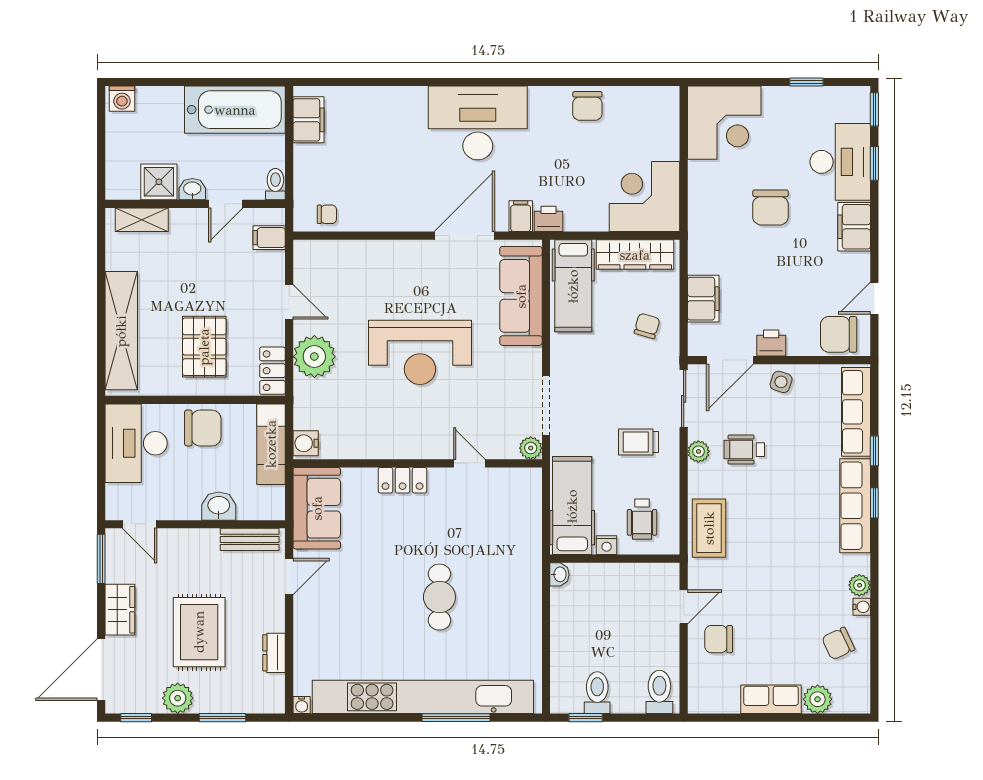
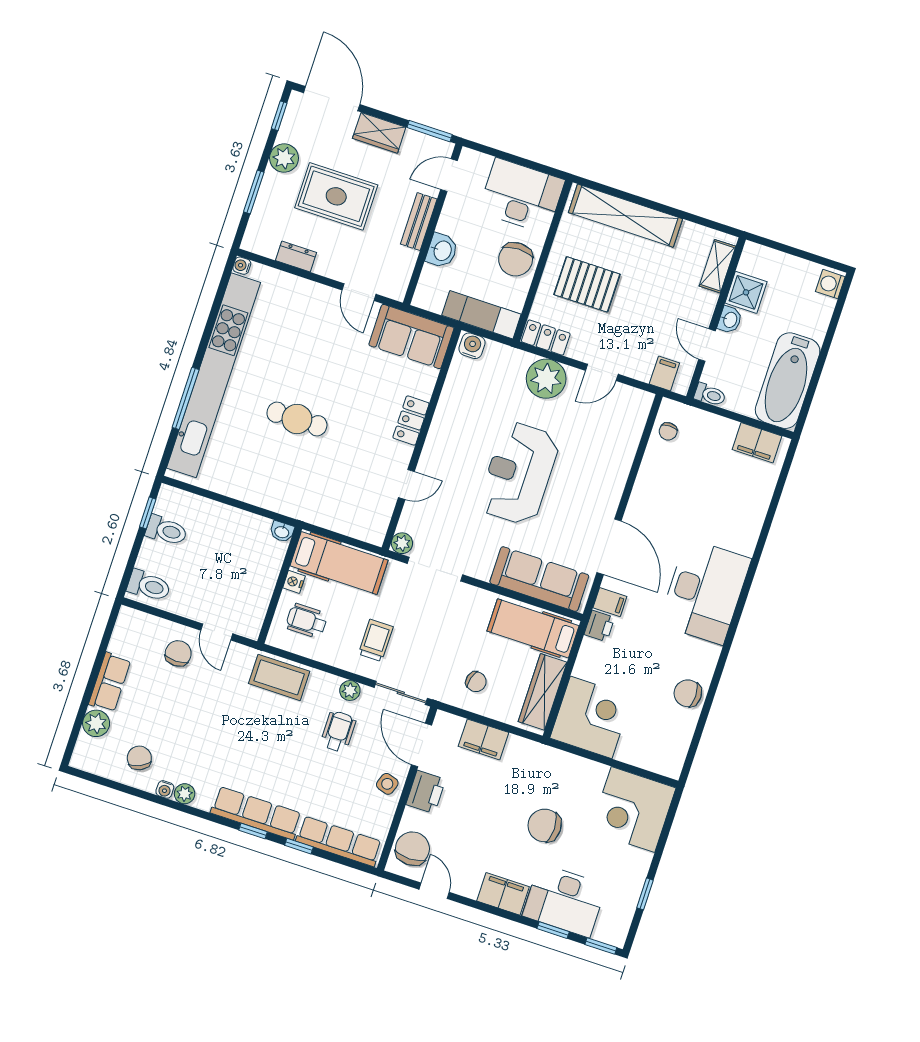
printer: (771, 343) -> (426, 792), width x1.36, depth x1.24
bench: (250, 539) -> (419, 222), moved

